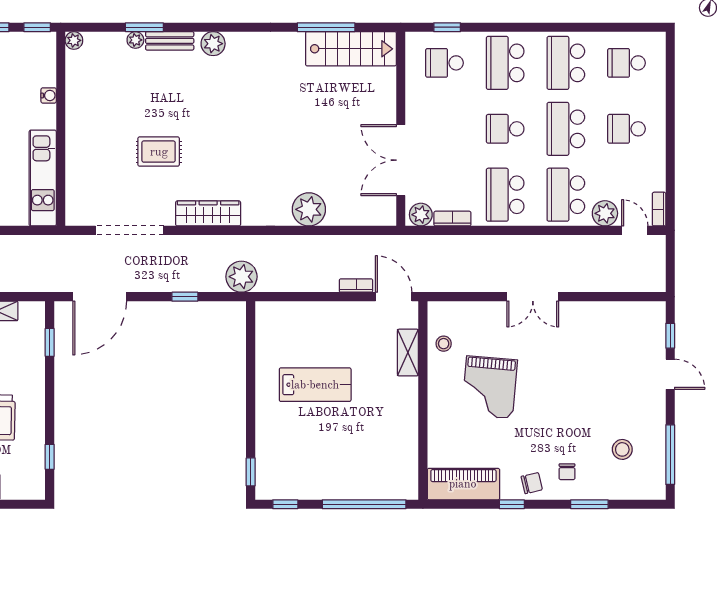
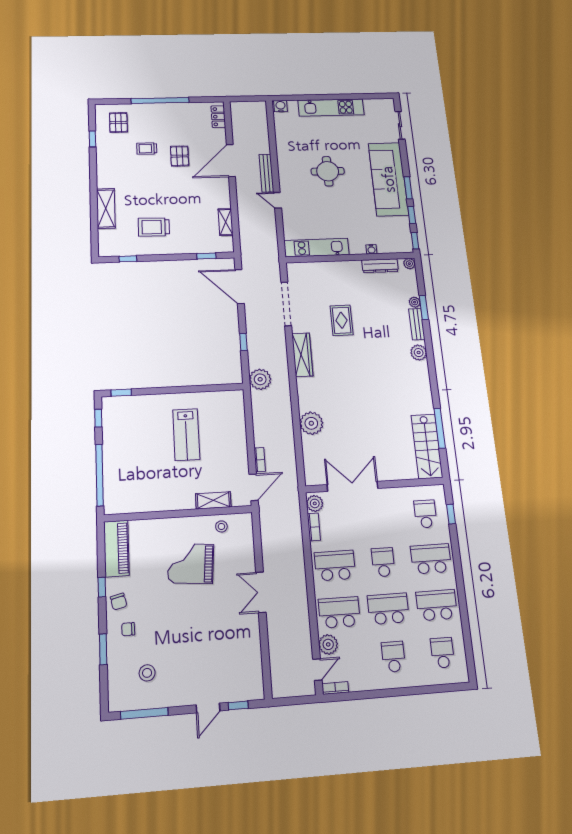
dresser: (76, 85) -> (380, 266), added

